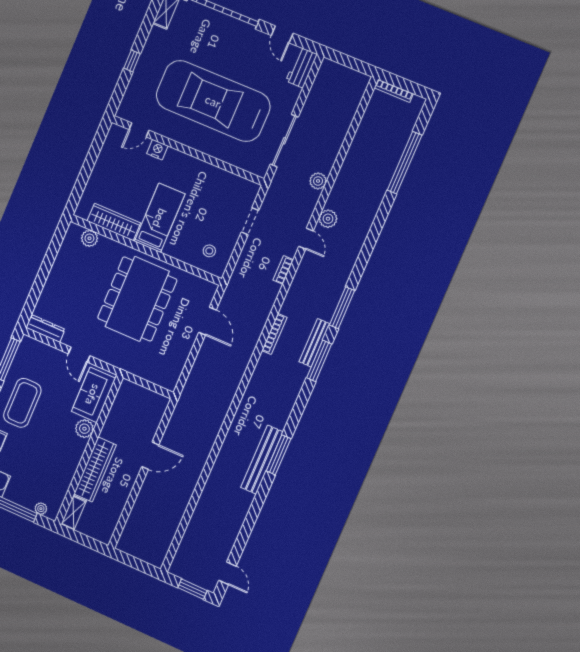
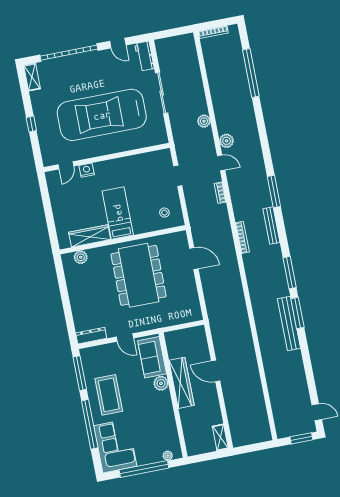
sliding door: (284, 141) -> (162, 93), moved
window: (319, 361) -> (290, 273), moved
door: (150, 456) -> (216, 371), swing flipped
wardrobe: (95, 469) -> (182, 383), moved
shelving: (74, 513) -> (220, 437), moved

